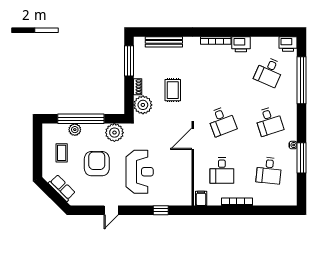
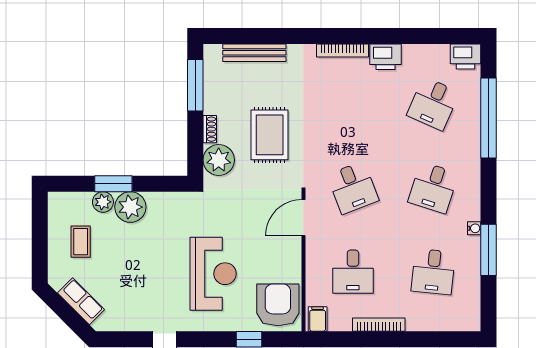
rug: (173, 90) -> (270, 135), width x1.36, depth x1.43
window: (81, 119) -> (113, 184), width x0.47
desk: (269, 121) -> (433, 188), turned 36
plant: (114, 133) -> (130, 207), moved
armchair: (97, 164) -> (278, 305), moved

